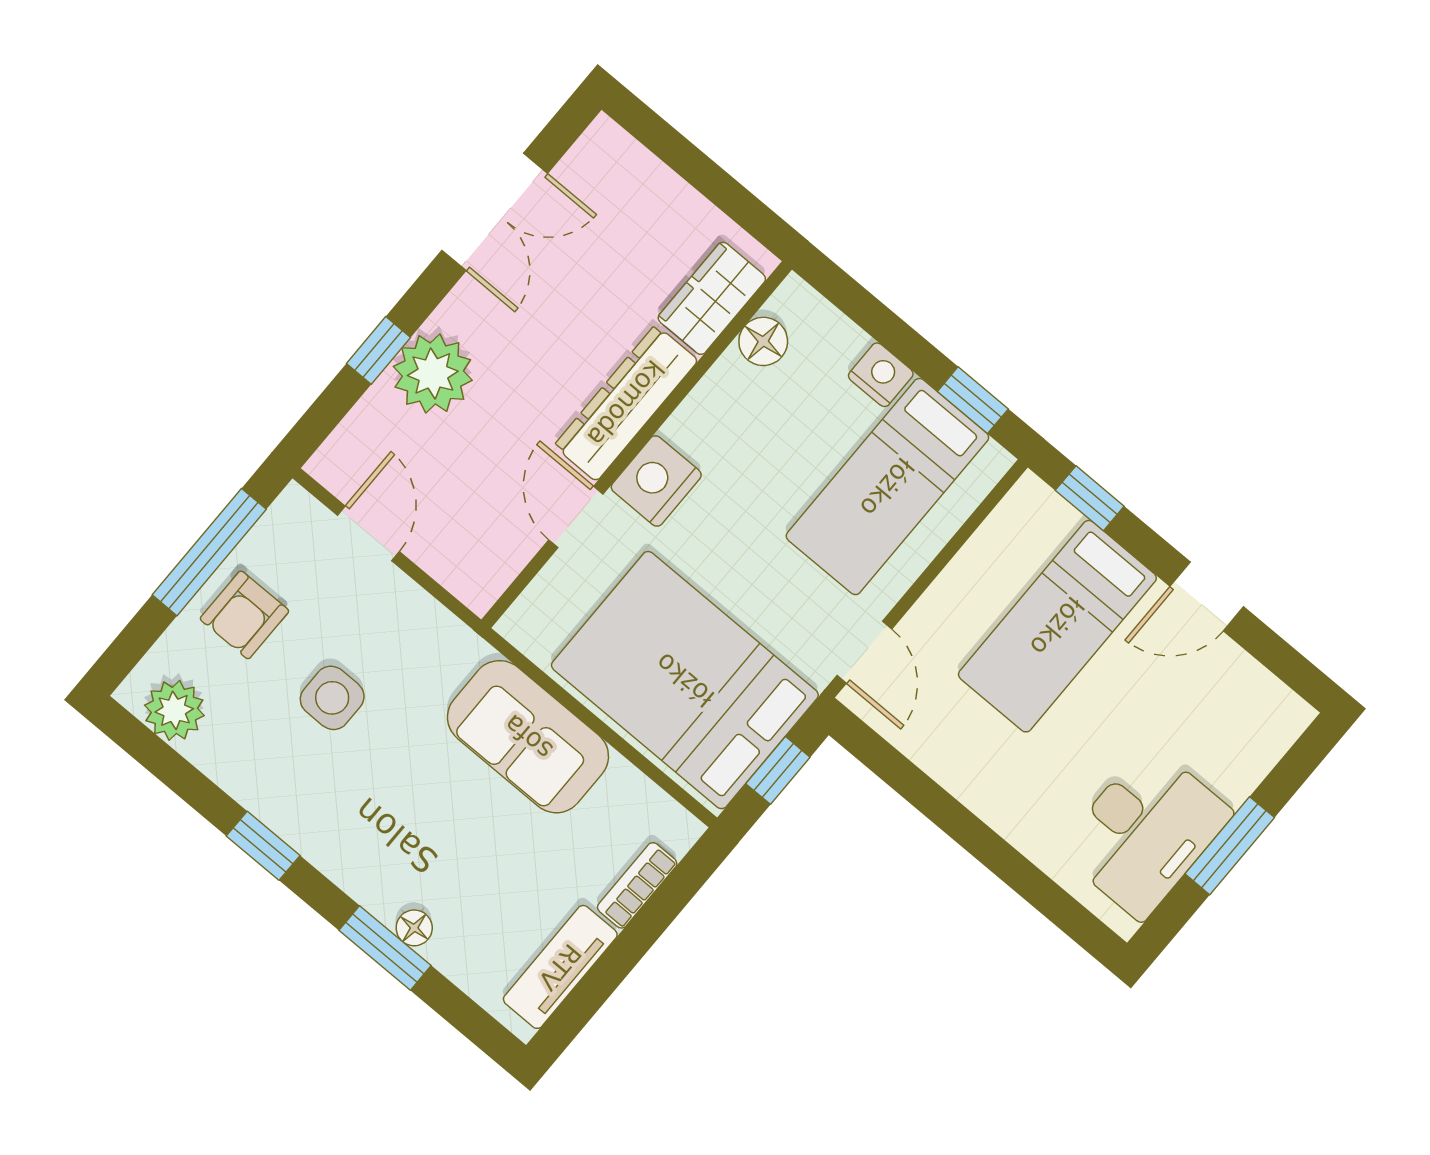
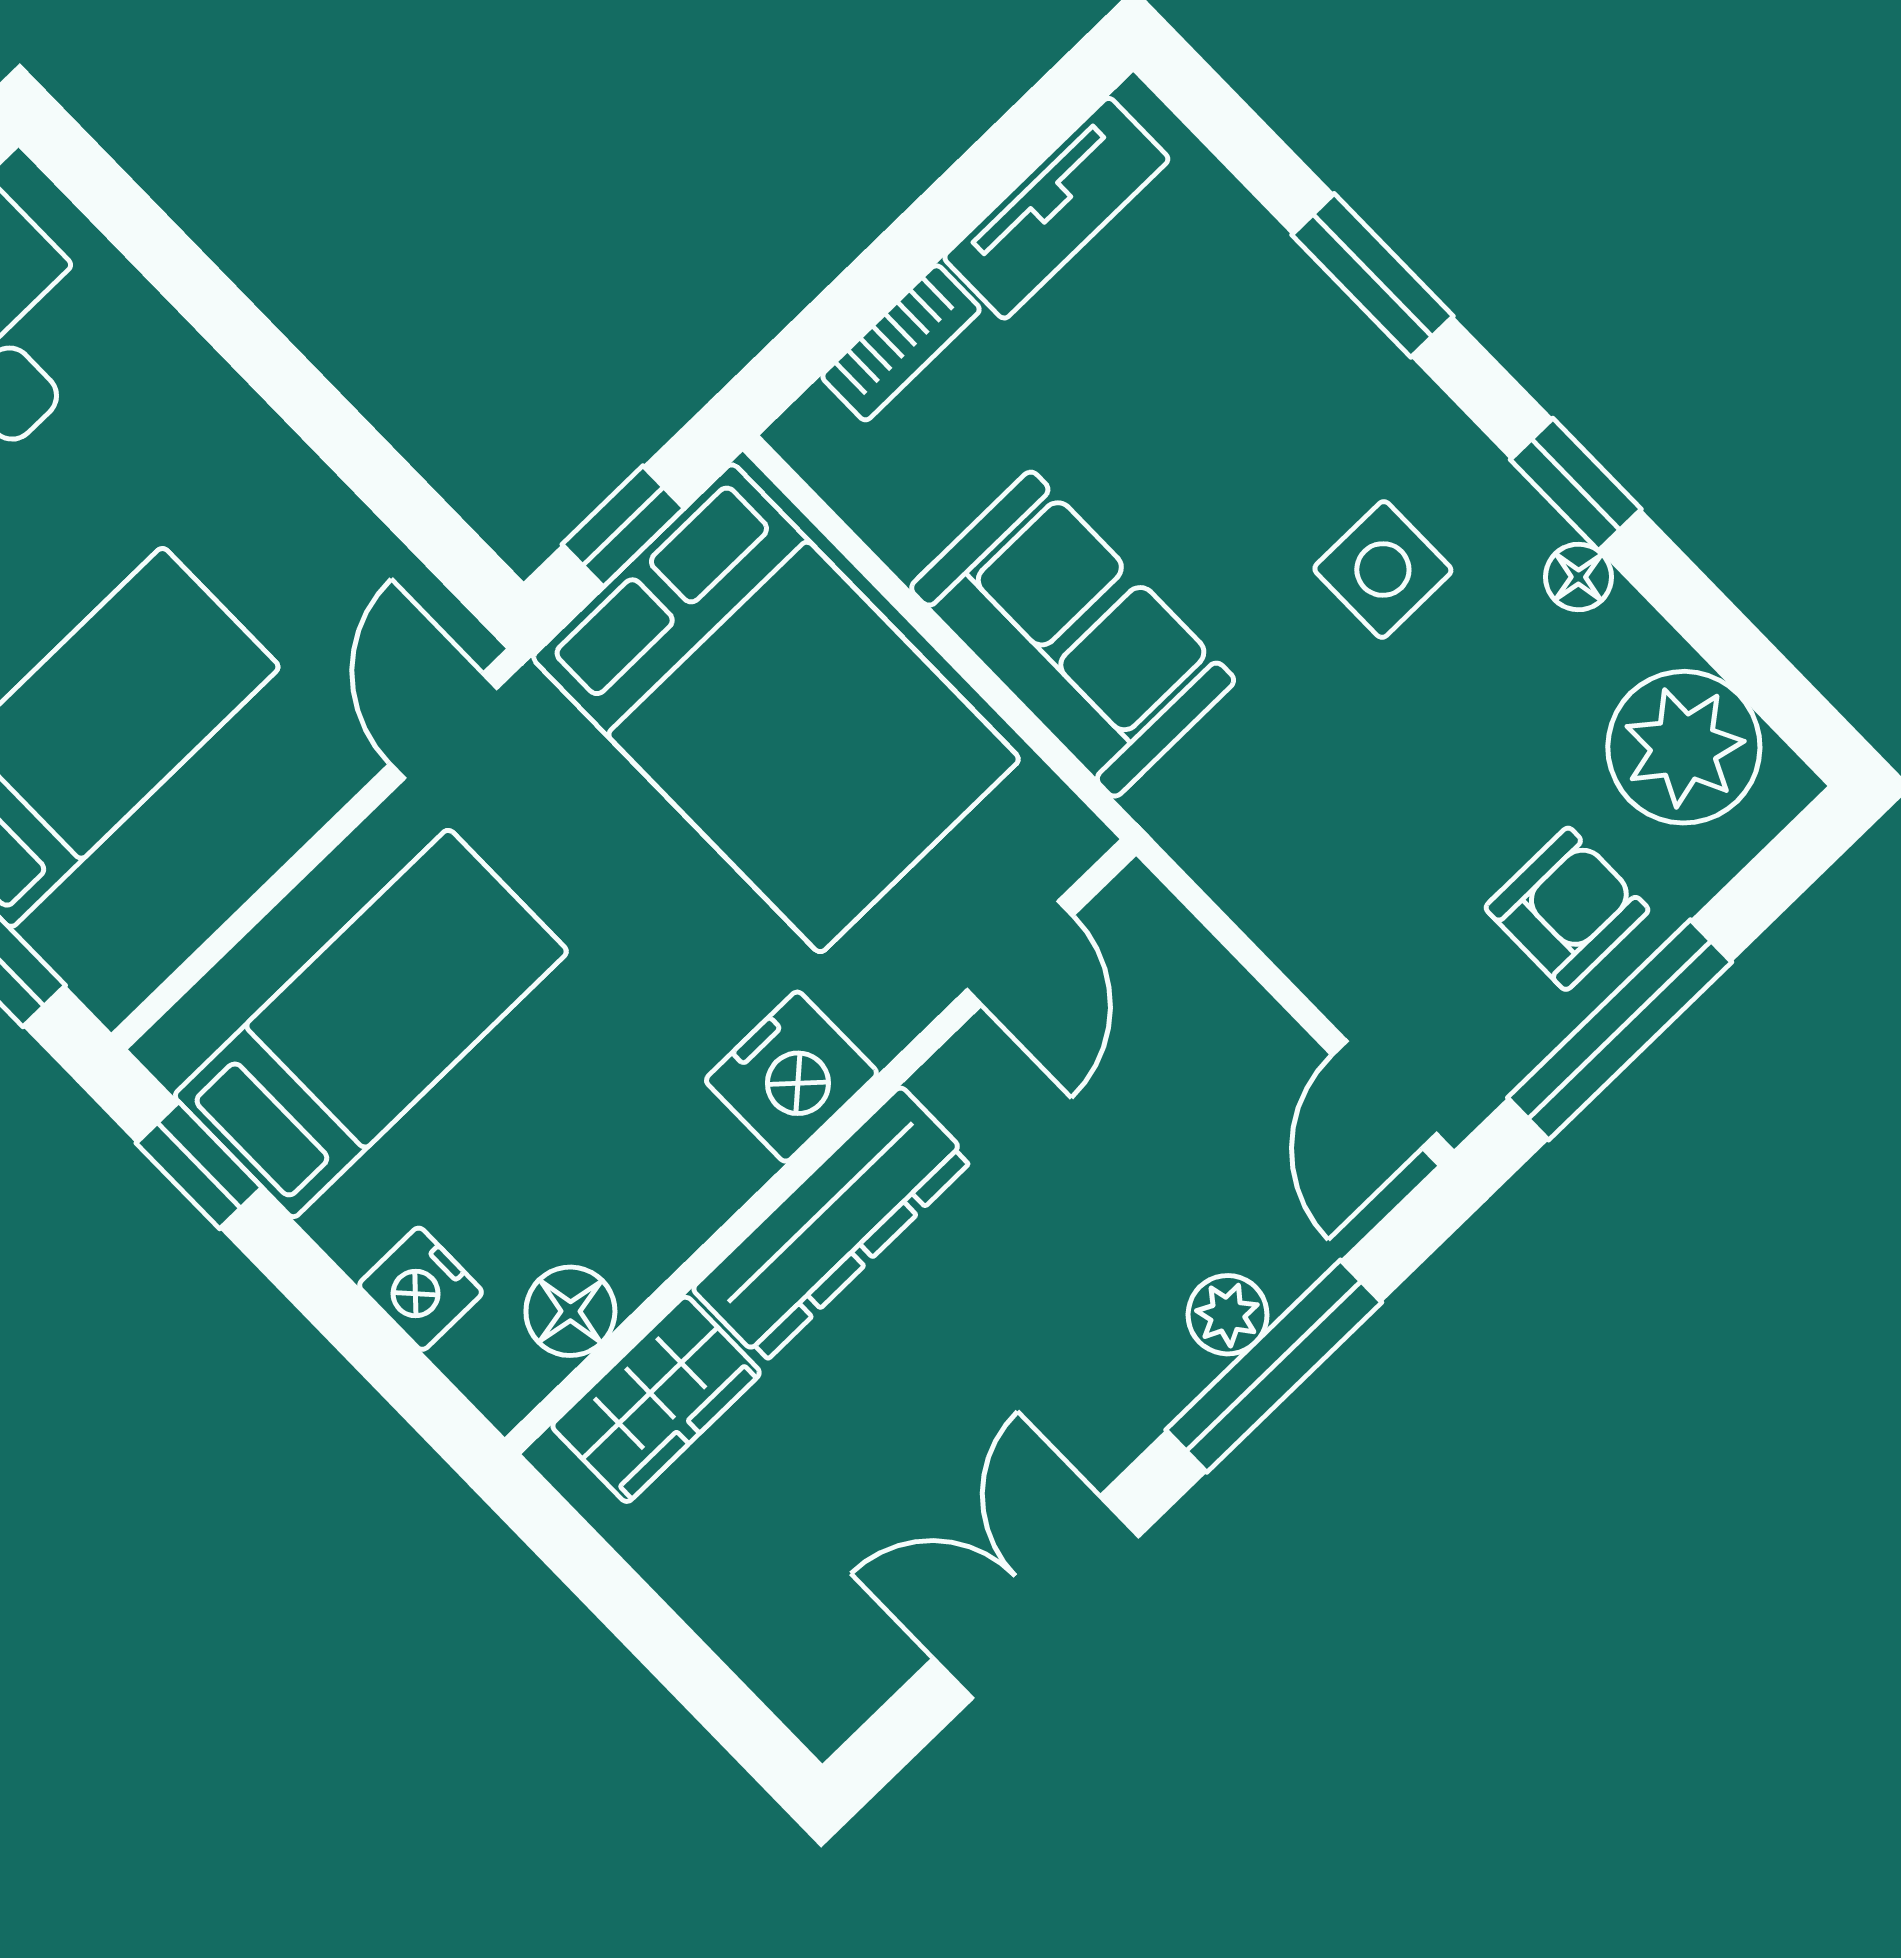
window: (378, 350) -> (1274, 1366), width x2.17
plant: (433, 373) -> (1228, 1315), width x0.53, depth x0.53
nightstand: (881, 375) -> (421, 1289), moved
door: (576, 517) -> (1020, 953), moved
door: (368, 533) -> (1384, 1095), moved
side table: (332, 698) -> (1383, 569), moved
plant: (174, 710) -> (1684, 747), width x1.36, depth x1.36
floor lamp: (414, 928) -> (1578, 577), moved

